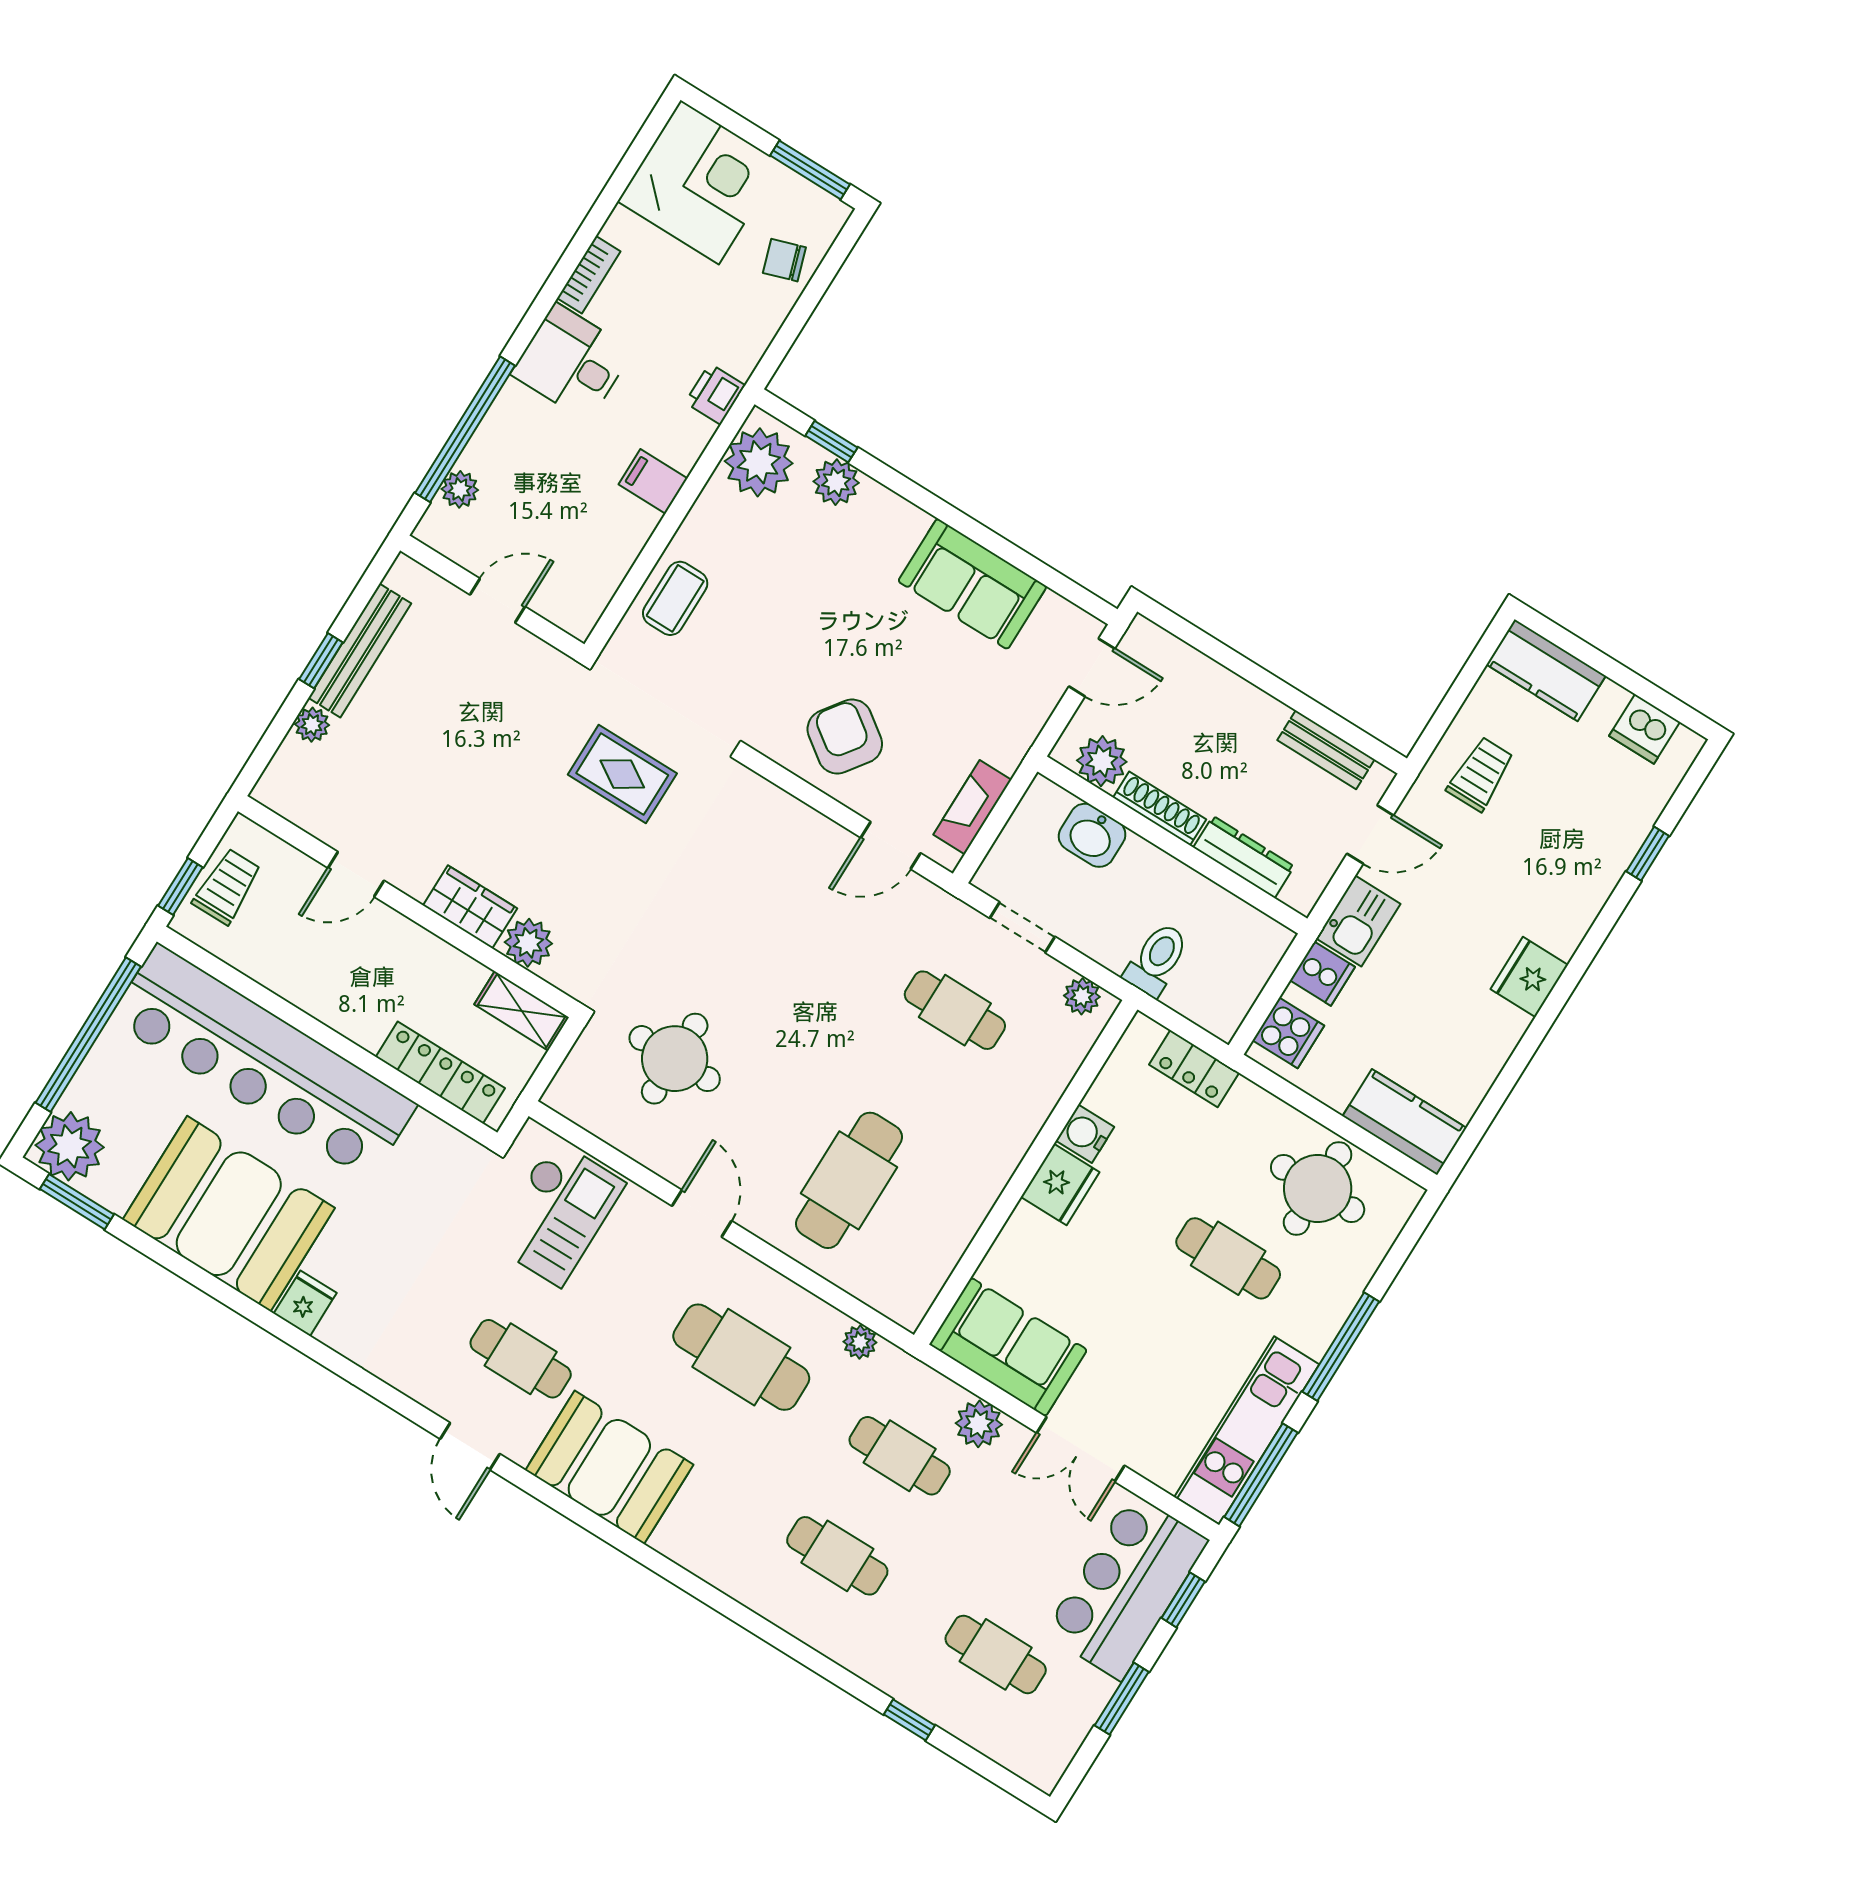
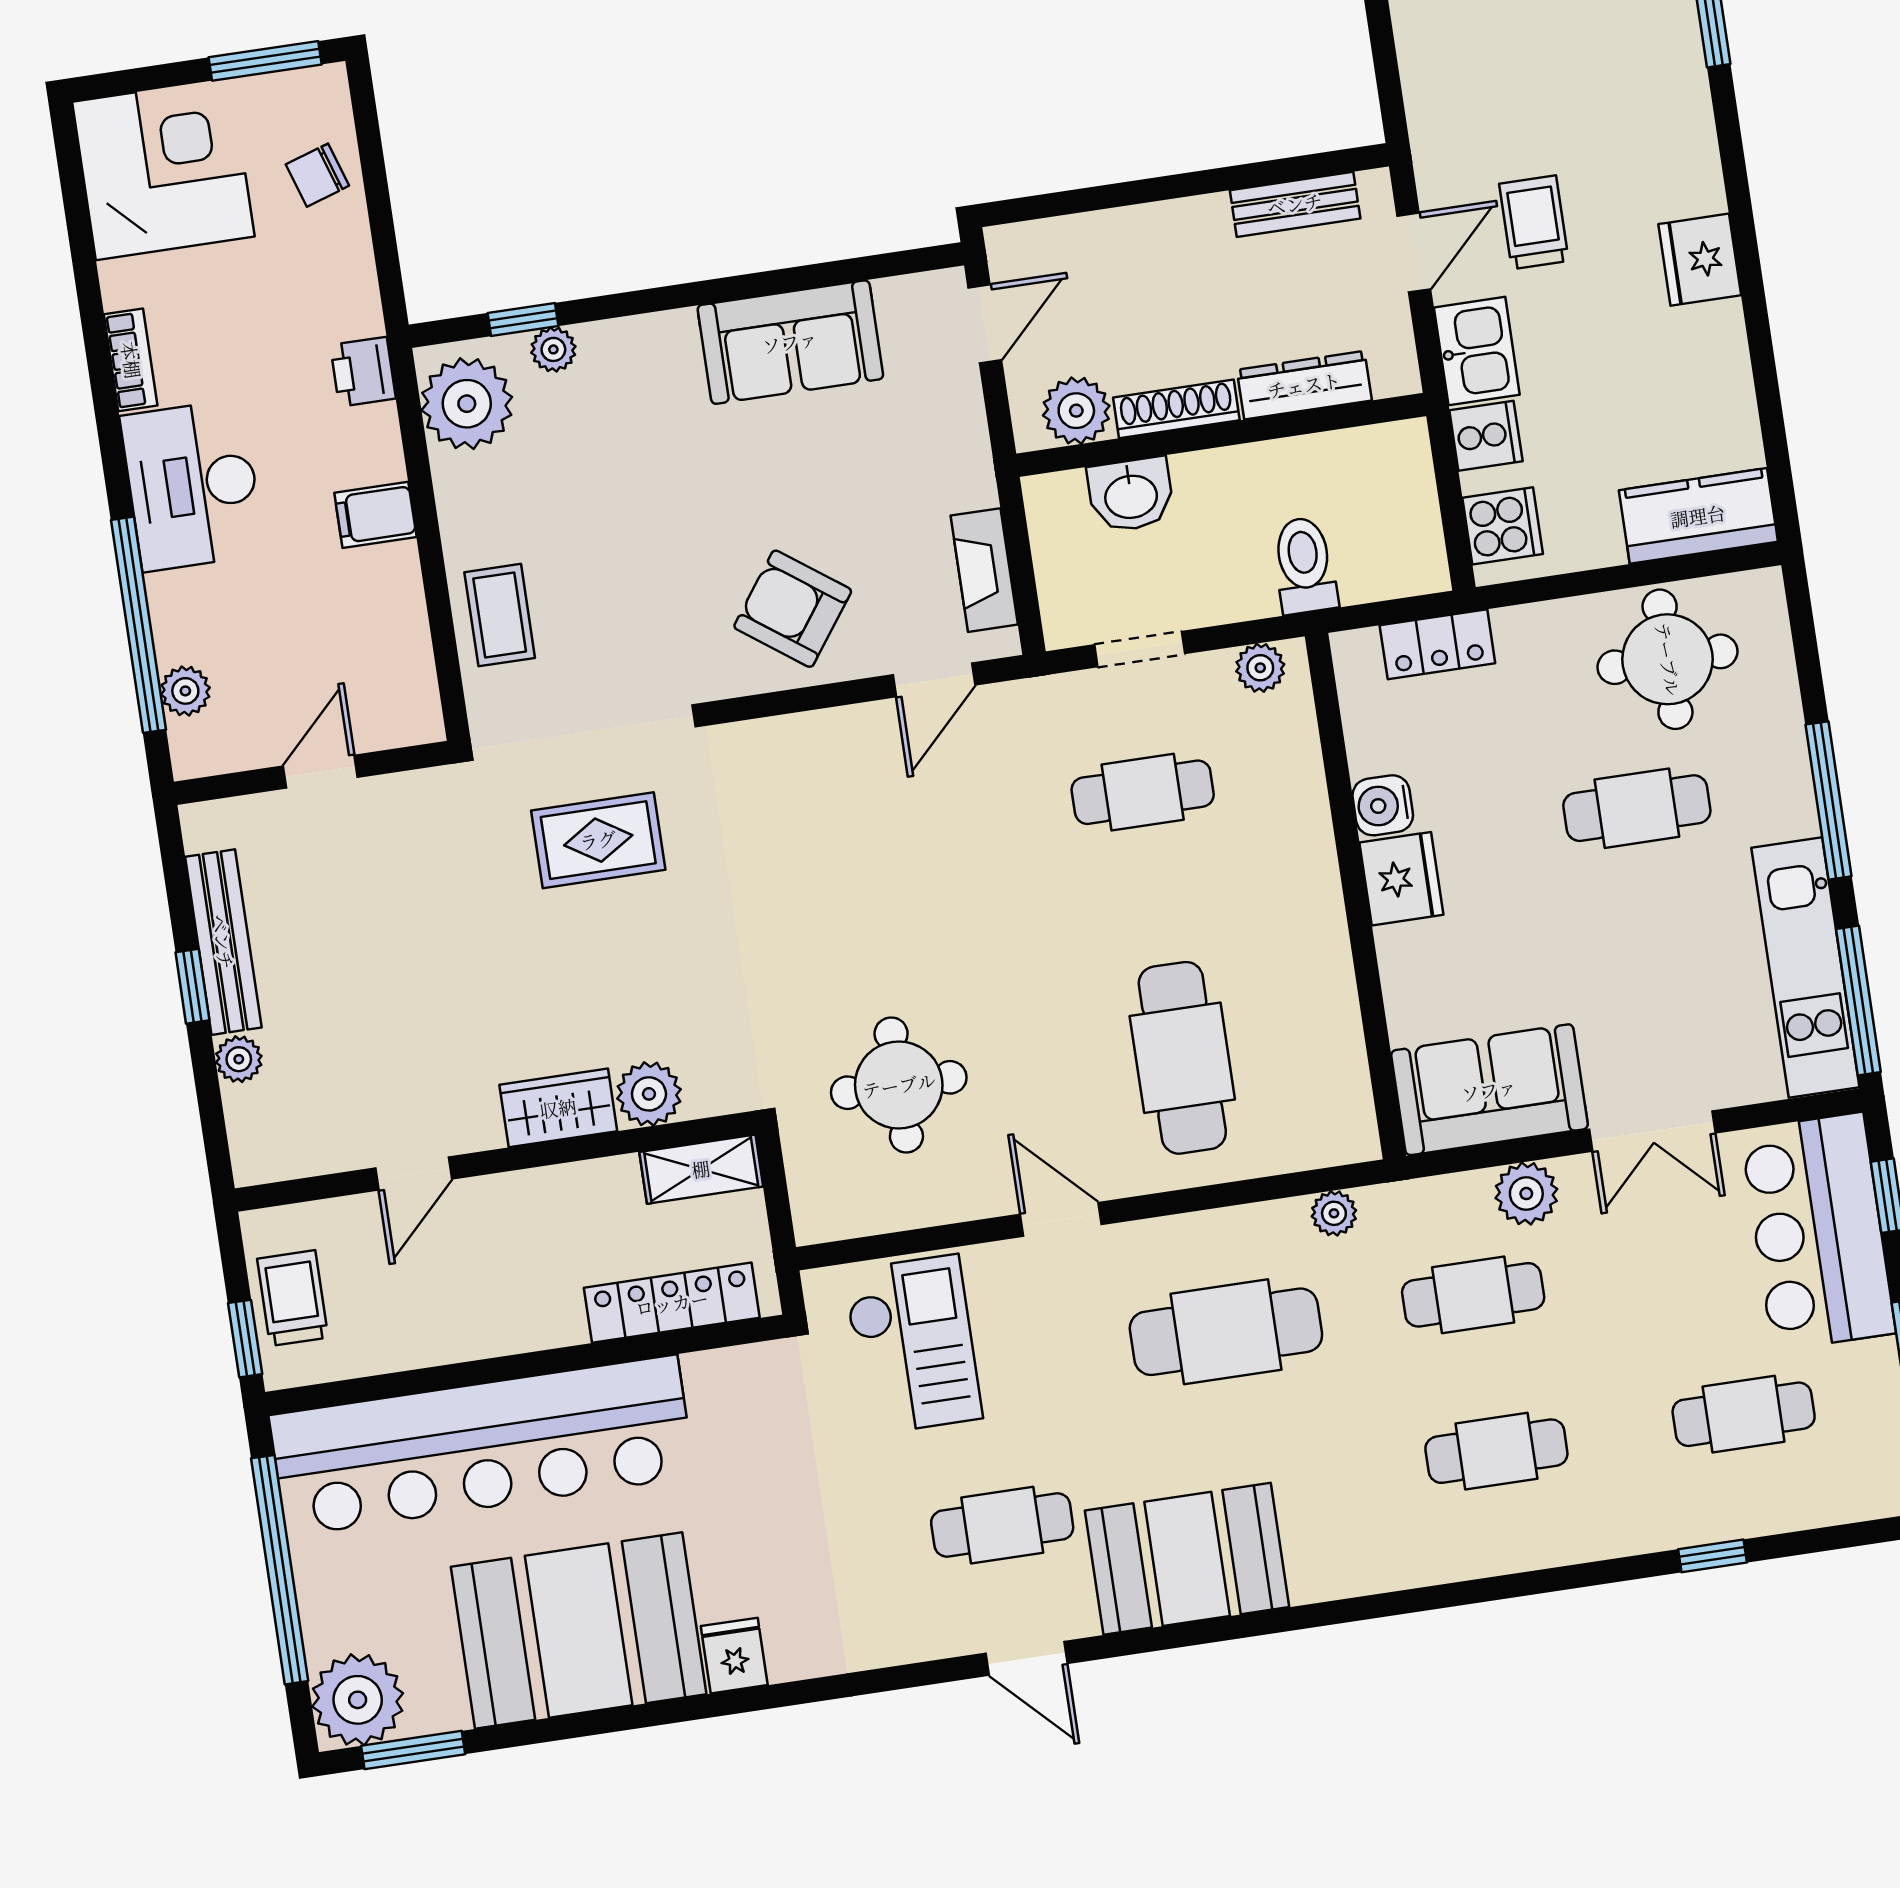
desk: (572, 362) -> (192, 485), width x1.37
plant: (836, 482) -> (553, 349), width x0.73, depth x0.73
trolley: (1480, 774) -> (1534, 222), moved

